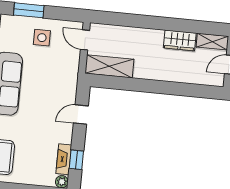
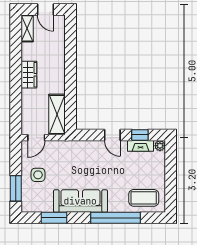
wardrobe: (180, 40) -> (29, 75), moved
door: (81, 115) -> (112, 135), moved

